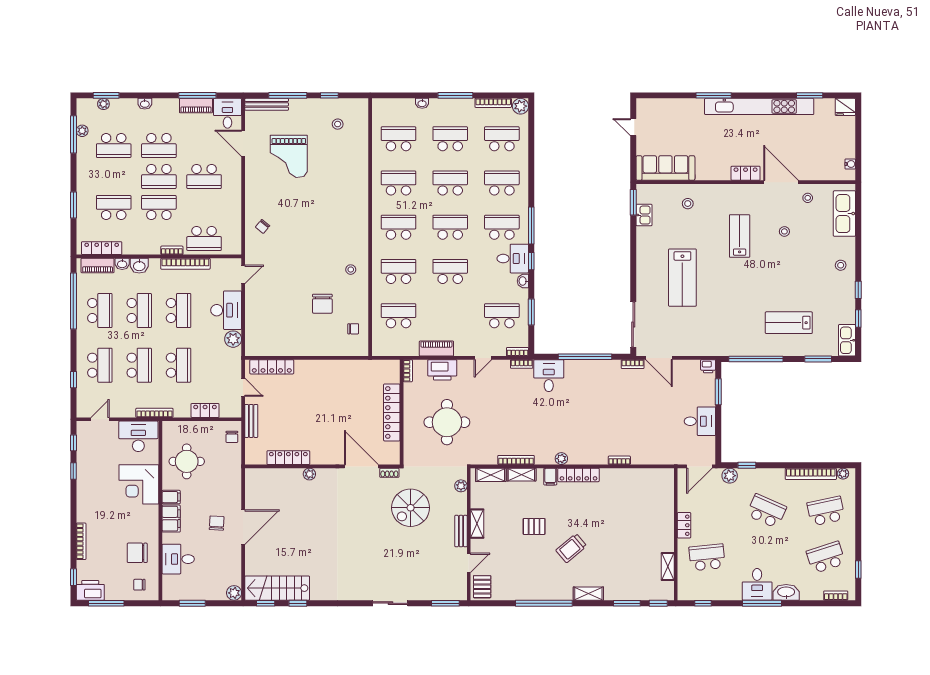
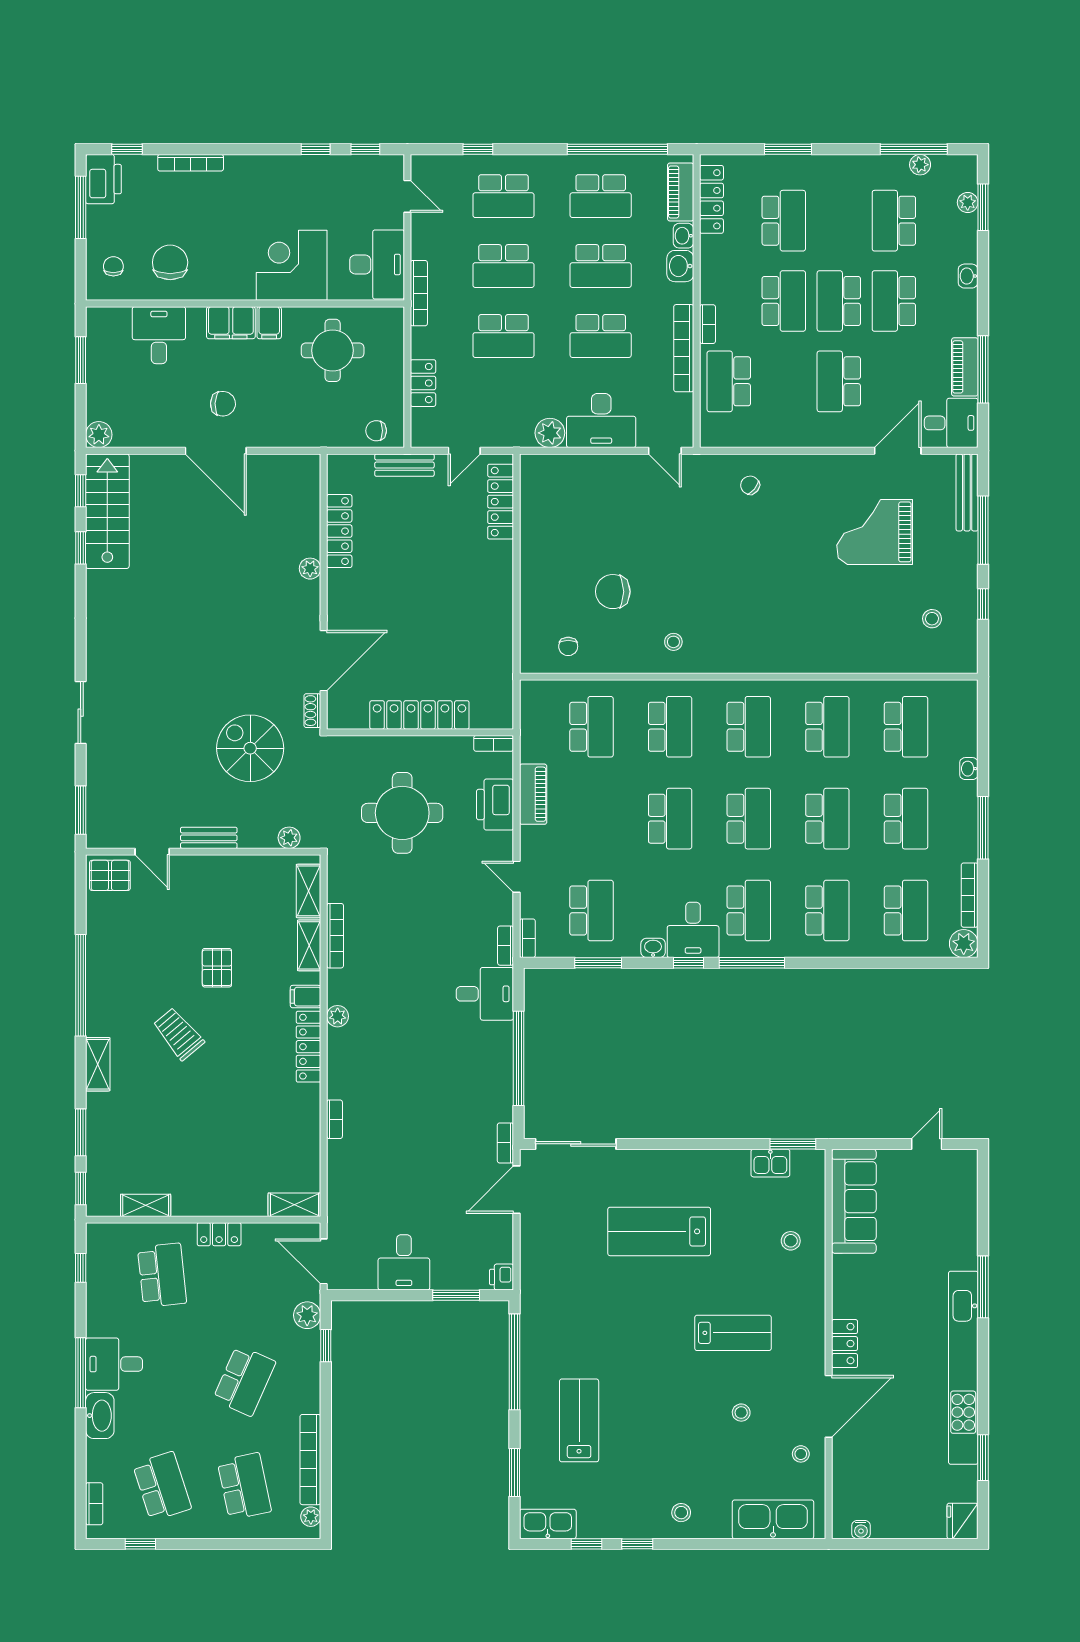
shelving: (477, 524) -> (294, 1205), moved

